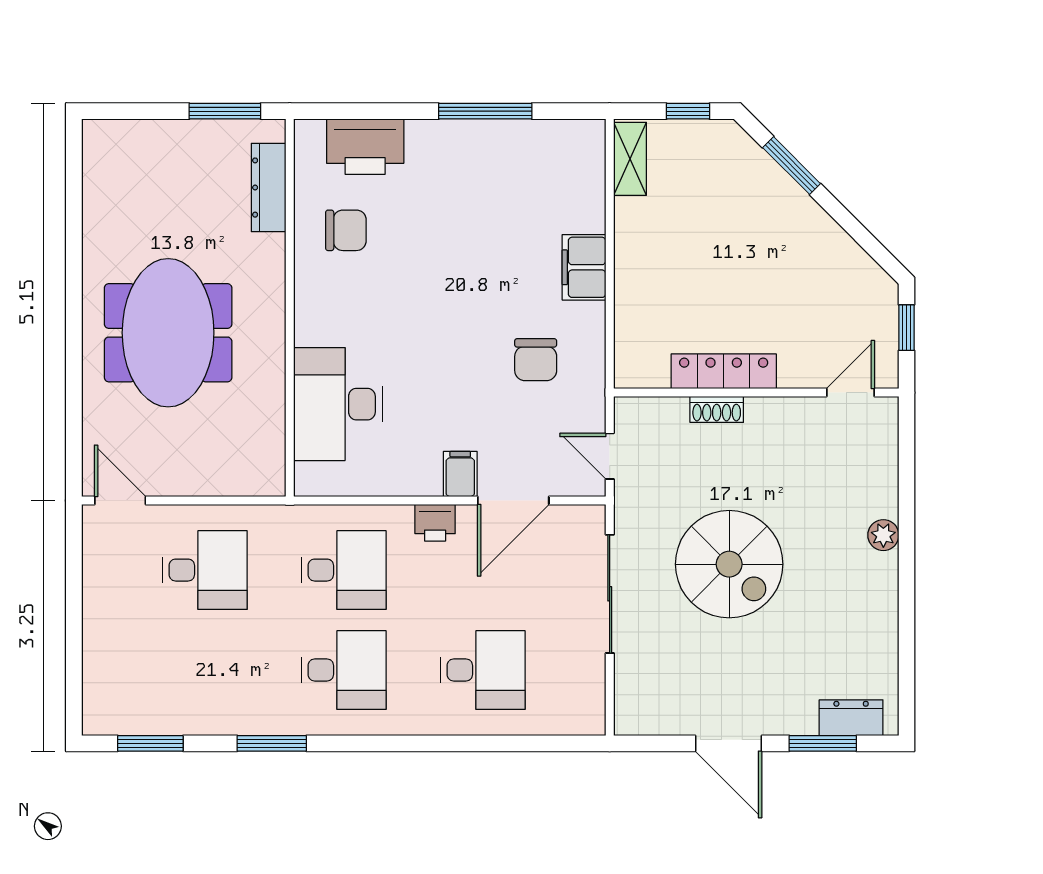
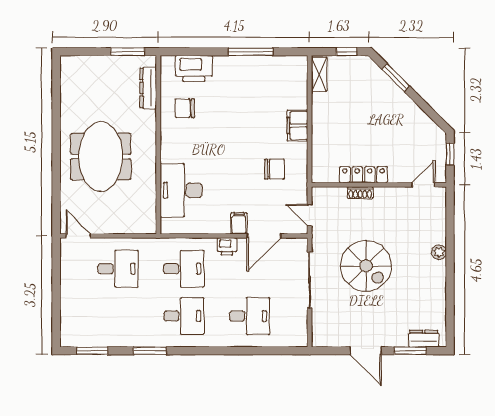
chair: (346, 230) -> (185, 108), turned 180
chair: (536, 360) -> (275, 169), turned -90

